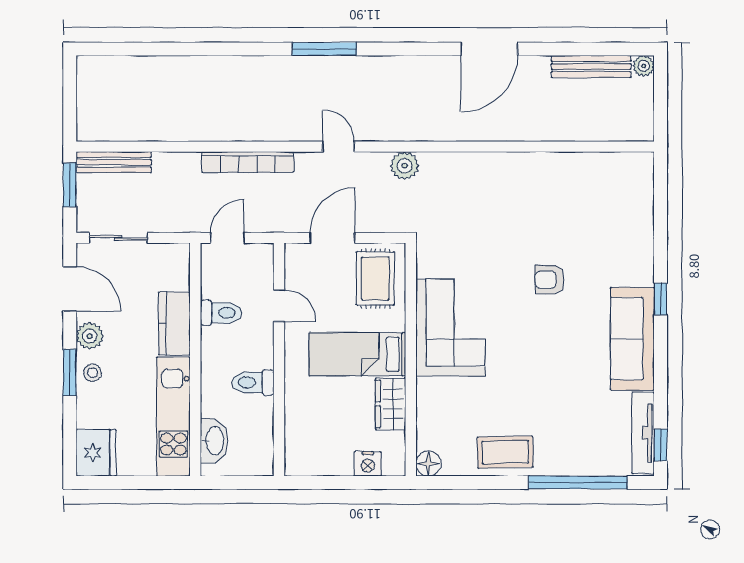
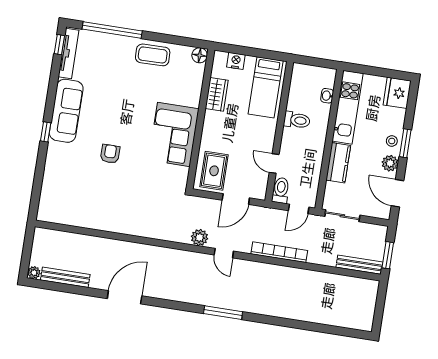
plant: (405, 166) -> (200, 238), moved
sliding door: (119, 238) -> (342, 216), moved
armchair: (550, 280) -> (110, 154), turned -90
toilet: (221, 313) -> (281, 190), moved, turned 90
bed: (358, 354) -> (266, 87), moved, turned 90
washbasin: (214, 441) -> (327, 96), width x0.52, depth x0.69

